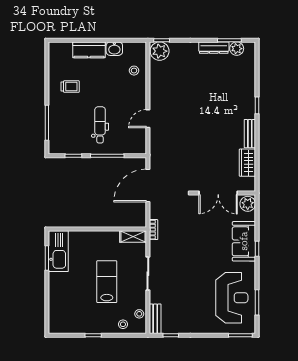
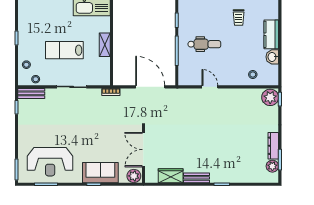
shelving: (133, 236) -> (105, 45), moved
lab bench: (107, 282) -> (64, 50), turned 180

